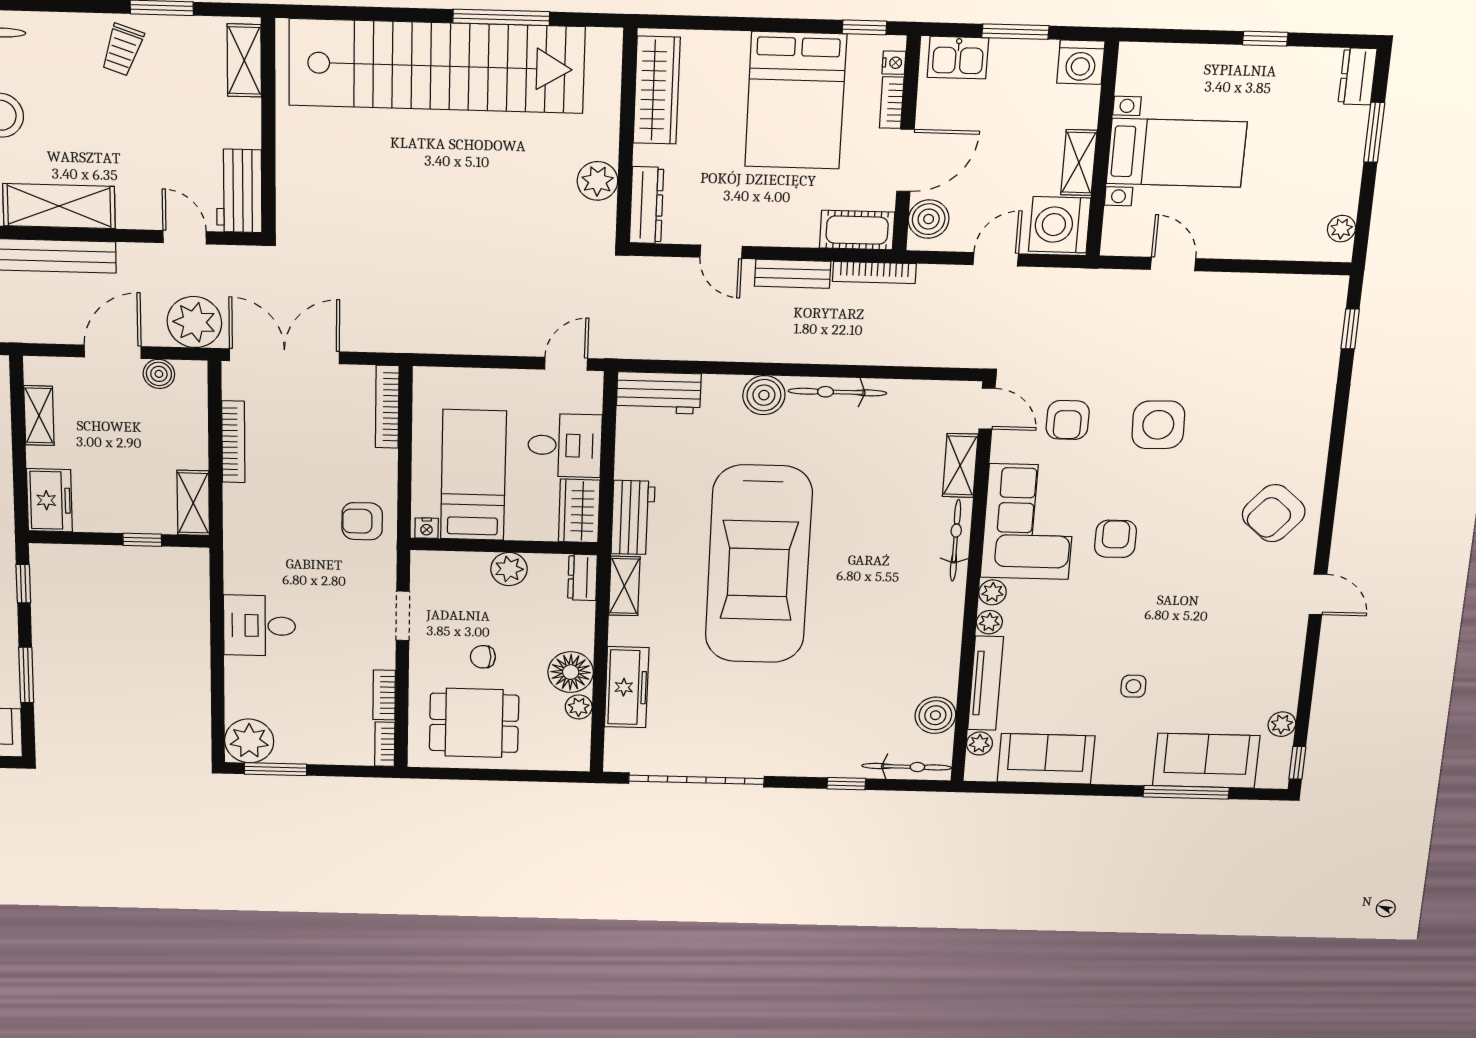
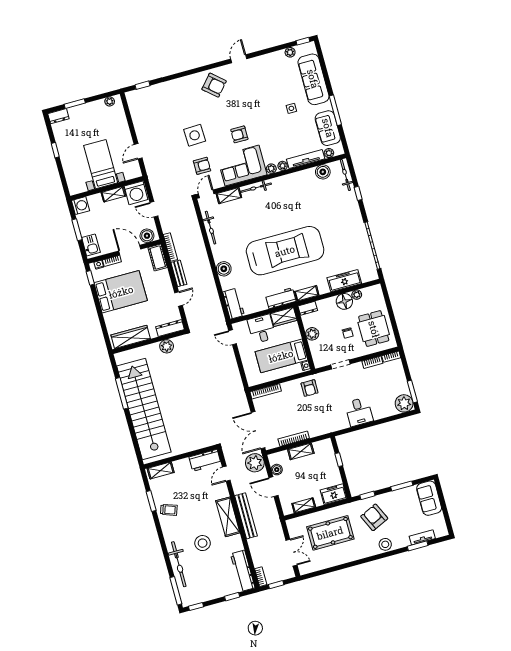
bicycle: (837, 392) -> (211, 228), moved
shelving: (193, 503) -> (301, 451), moved
sofa: (1206, 761) -> (313, 79), width x1.36
window: (1186, 792) -> (335, 110), moved

